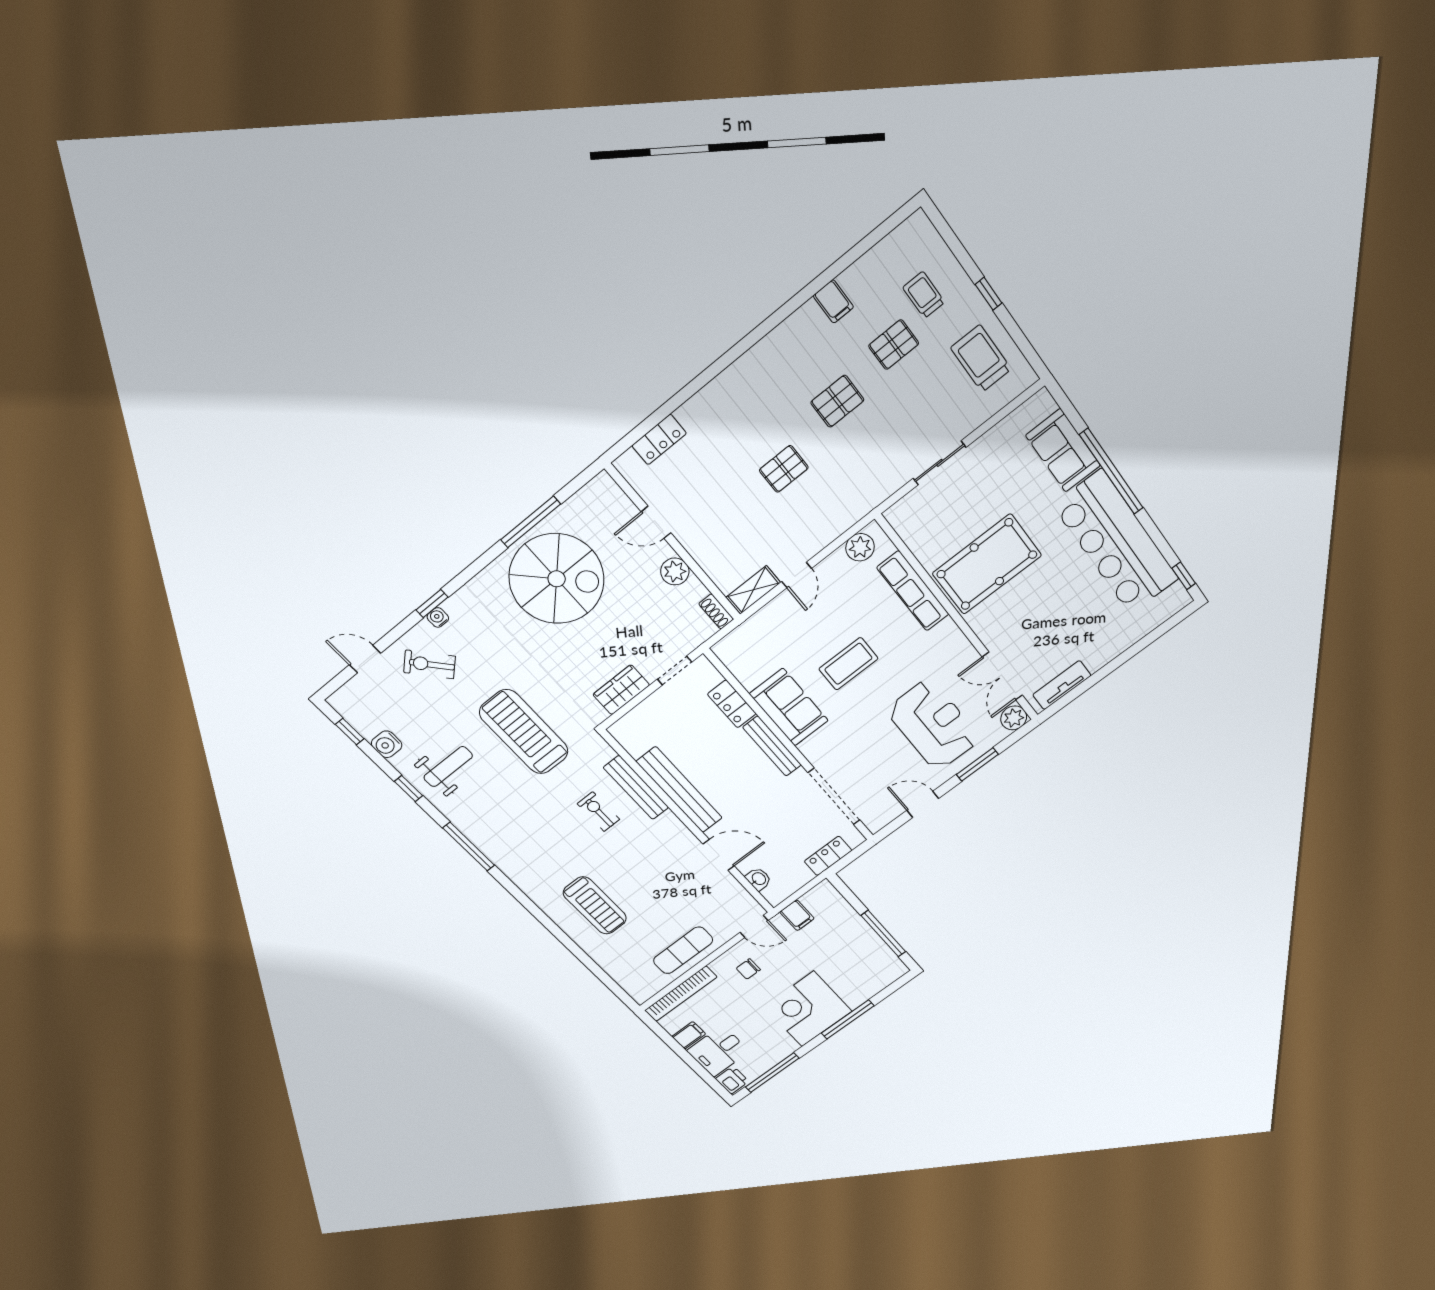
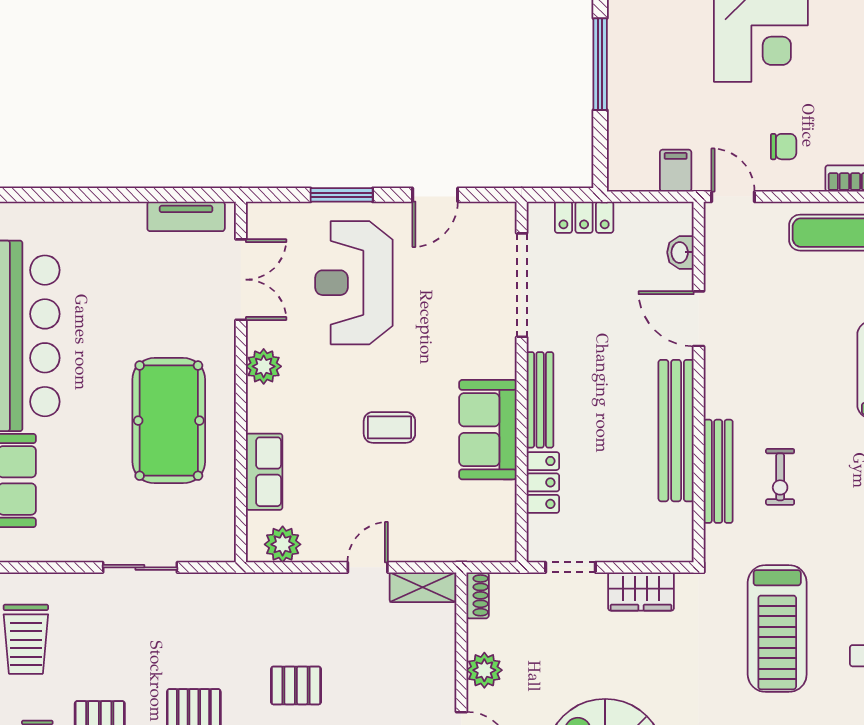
pool table: (987, 564) -> (169, 421), turned 90
row of seats: (913, 591) -> (264, 472), width x0.68
coffee table: (848, 664) -> (389, 427), width x0.73, depth x0.77
plant: (1014, 718) -> (264, 366), moved
door: (923, 804) -> (435, 195), hinge flipped

